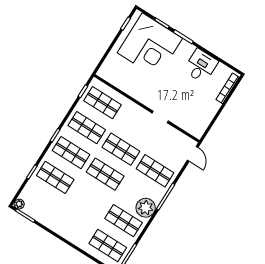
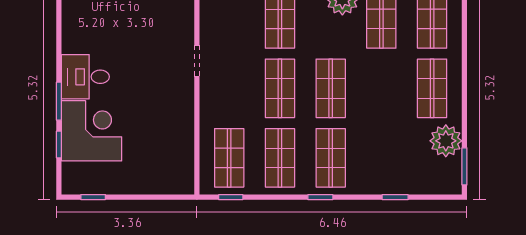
corner desk: (150, 45) -> (92, 131), width x0.74, depth x0.74
desk: (201, 66) -> (85, 77), moved
shop shelf: (55, 177) -> (432, 88), moved
plant: (19, 204) -> (446, 141), moved, width x1.88, depth x1.88

